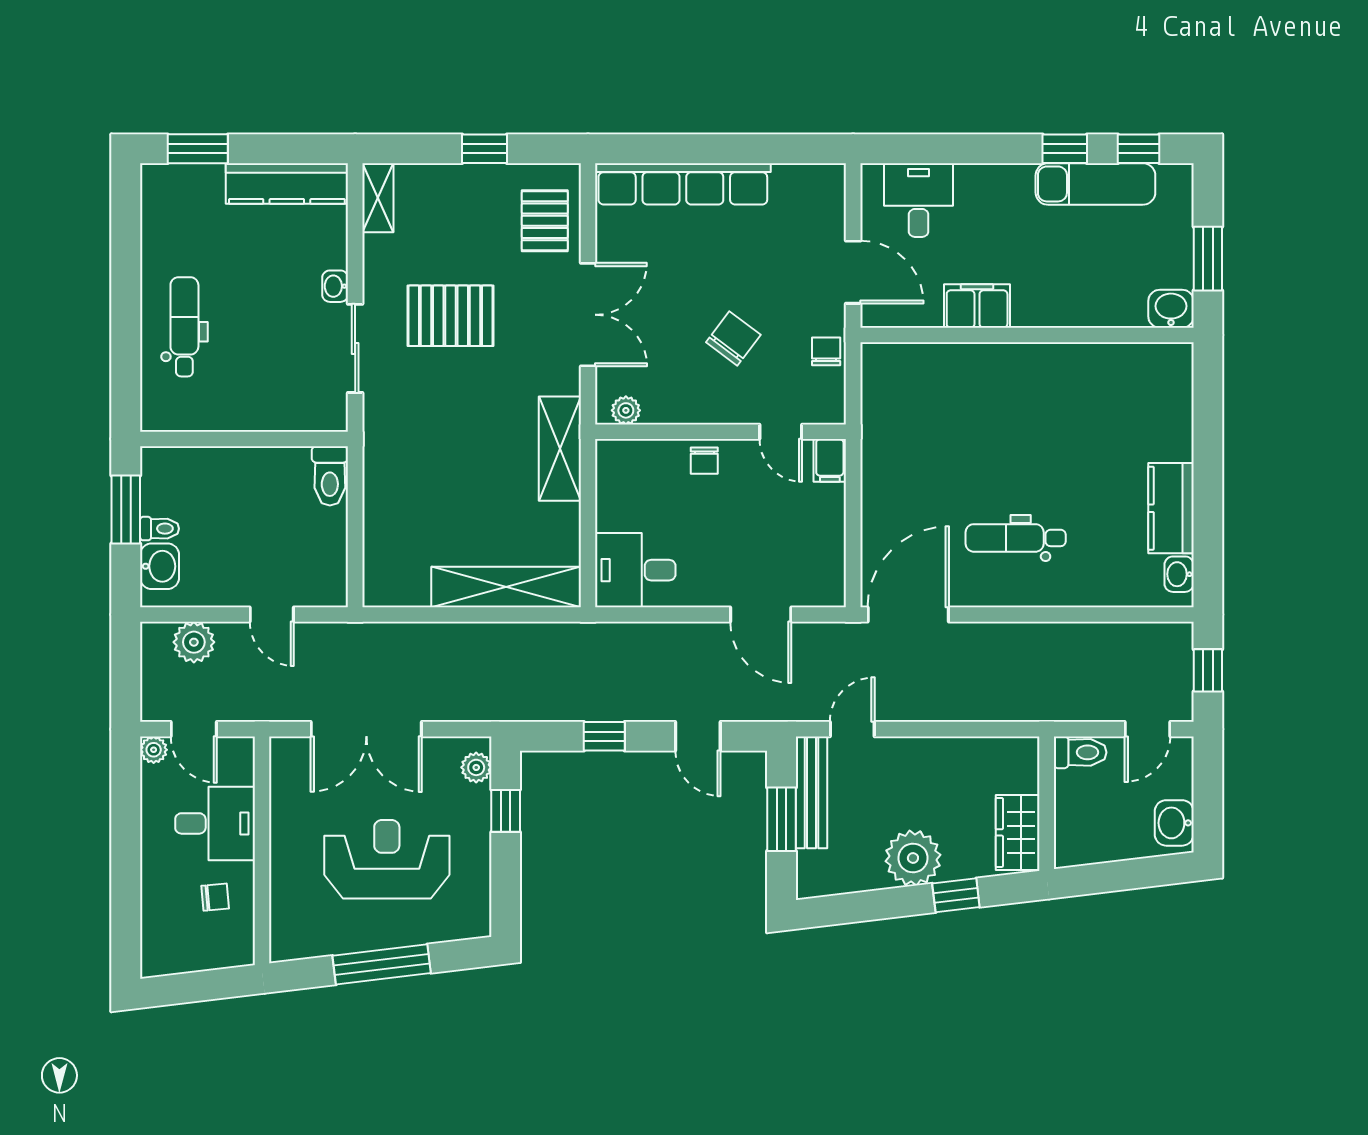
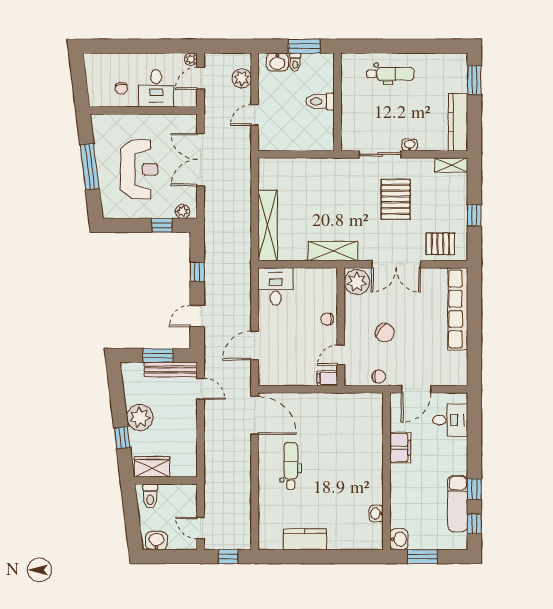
plant: (626, 410) -> (357, 282), width x1.88, depth x1.88
toilet: (330, 476) -> (320, 101), moved
washbasin: (1179, 574) -> (376, 514), moved, turned -90
toilet: (1080, 752) -> (150, 496), moved

